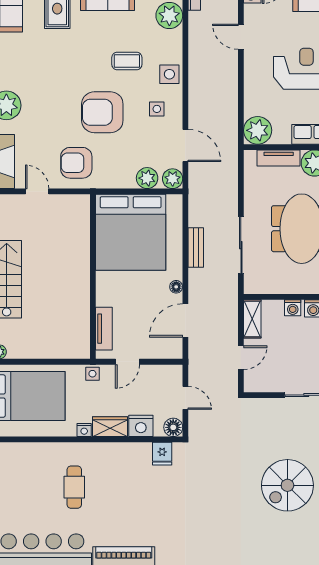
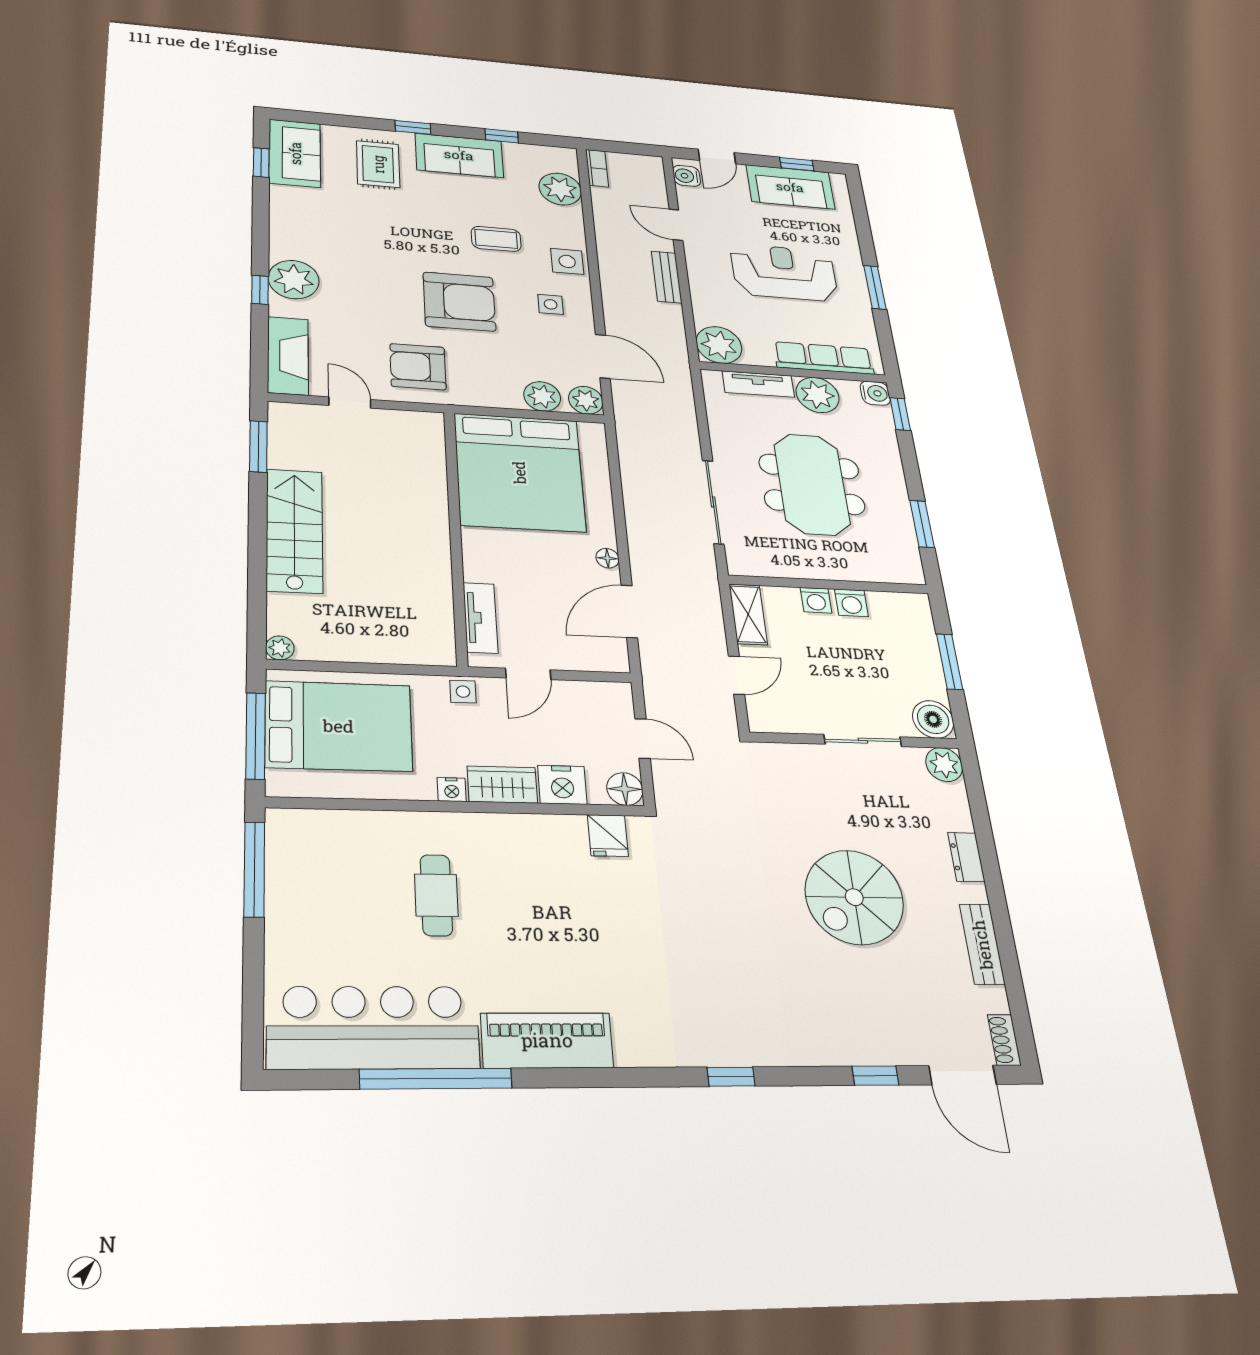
armchair: (102, 112) -> (459, 302), turned 180
bench: (196, 247) -> (667, 277), moved

